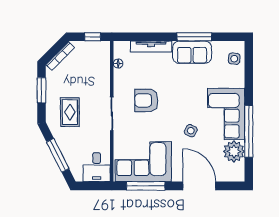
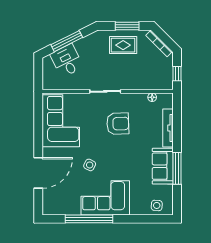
armchair: (146, 100) -> (118, 124), turned 88
rug: (70, 112) -> (123, 45), moved
plant: (234, 151) -> (70, 205), removed
desk: (97, 167) -> (67, 61), moved, turned 63
window: (146, 186) -> (38, 123), removed

